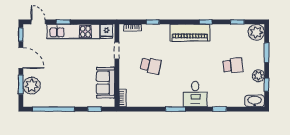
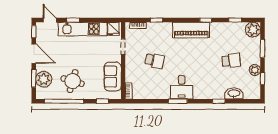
round table: (63, 88) -> (73, 81), added
desk: (195, 94) -> (182, 87), moved
washbasin: (255, 101) -> (234, 94), moved

